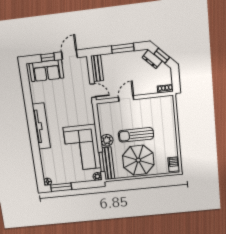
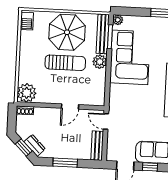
plant: (166, 104) -> (27, 93), added

